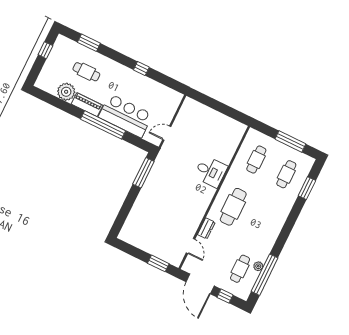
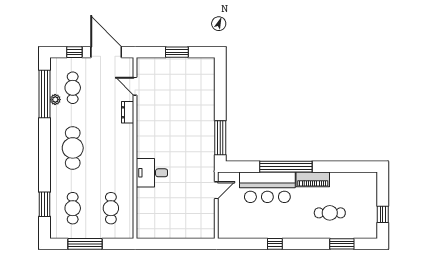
plant: (66, 92) -> (340, 182), removed
cafe table: (233, 207) -> (73, 148), moved
window: (158, 263) -> (177, 52), moved

